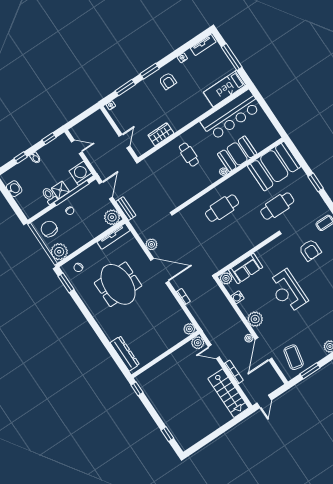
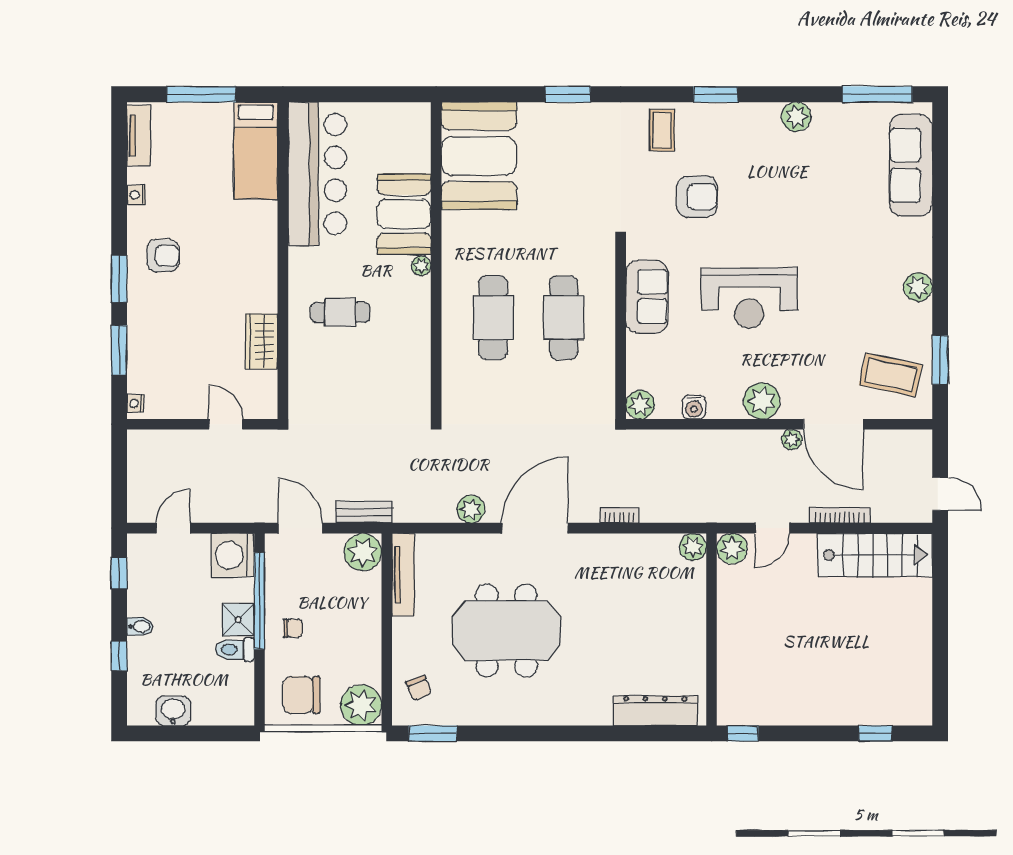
cafe table: (277, 206) -> (564, 318), moved
sofa: (246, 269) -> (647, 297), moved

